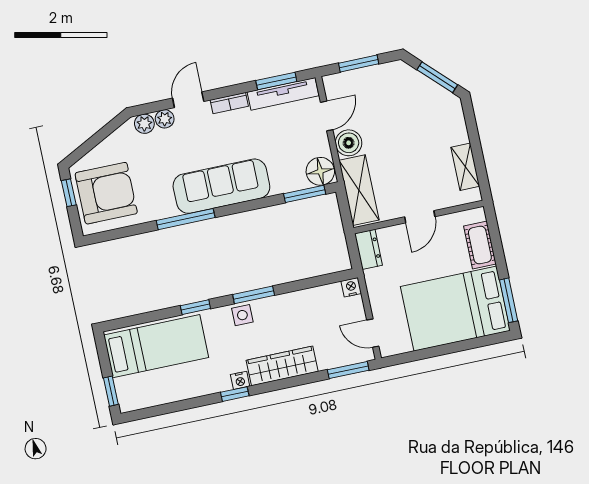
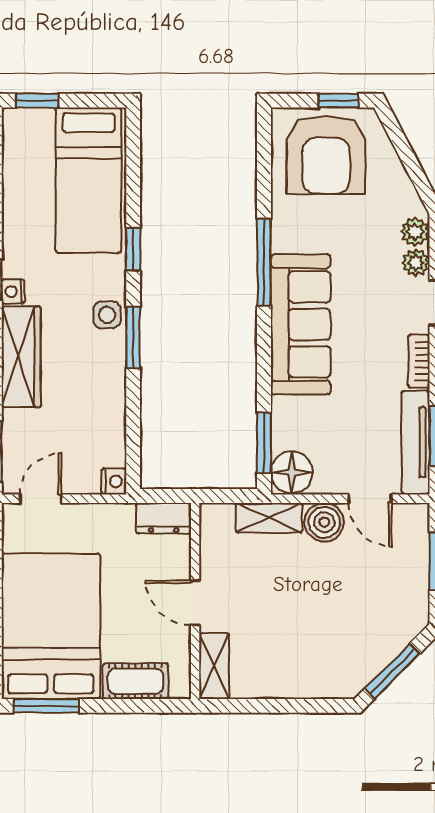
shelving: (465, 167) -> (214, 666), moved, turned 90
shelving: (359, 190) -> (269, 518), width x0.67, depth x0.75

